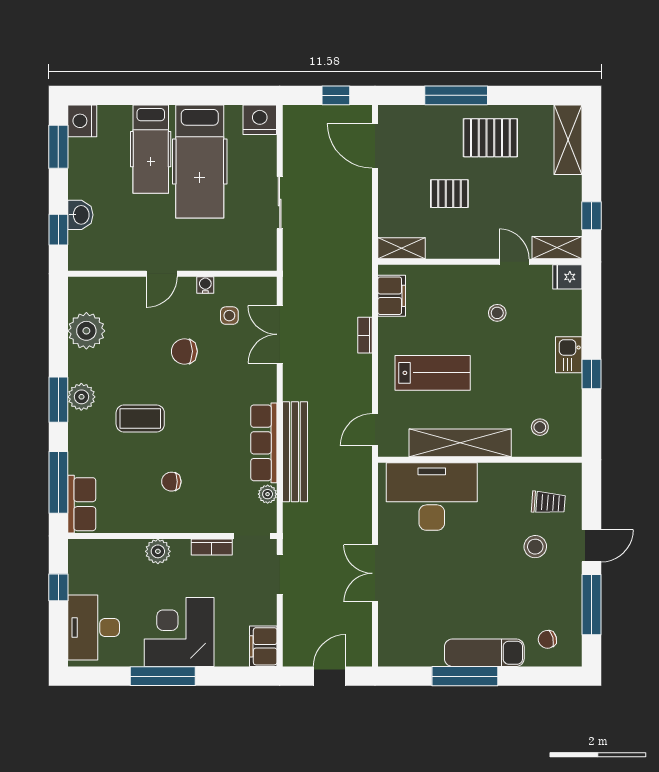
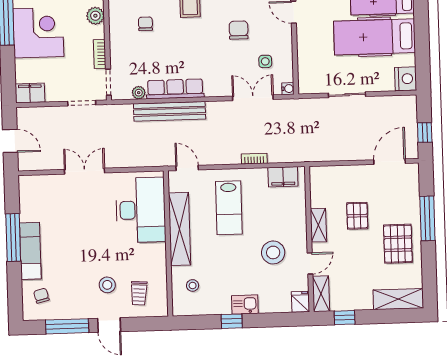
shelving: (401, 248) -> (318, 225), moved
water cooler: (205, 285) -> (288, 89), moved
stool: (497, 313) -> (273, 252), width x1.89, depth x1.89

